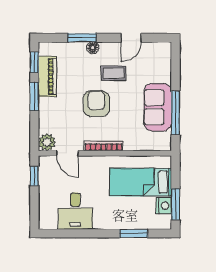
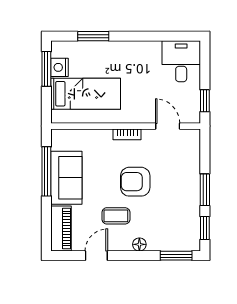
window: (82, 38) -> (176, 256), moved
piano: (47, 76) -> (61, 229), moved, turned 180
armchair: (96, 104) -> (135, 182), turned 90
plant: (47, 142) -> (191, 138), removed
bookcase: (104, 146) -> (127, 134), width x0.64
desk: (75, 211) -> (181, 61), moved

